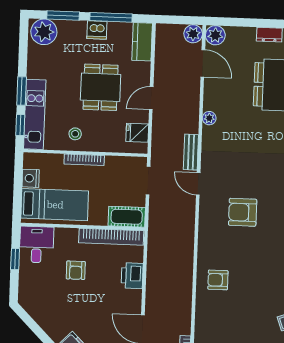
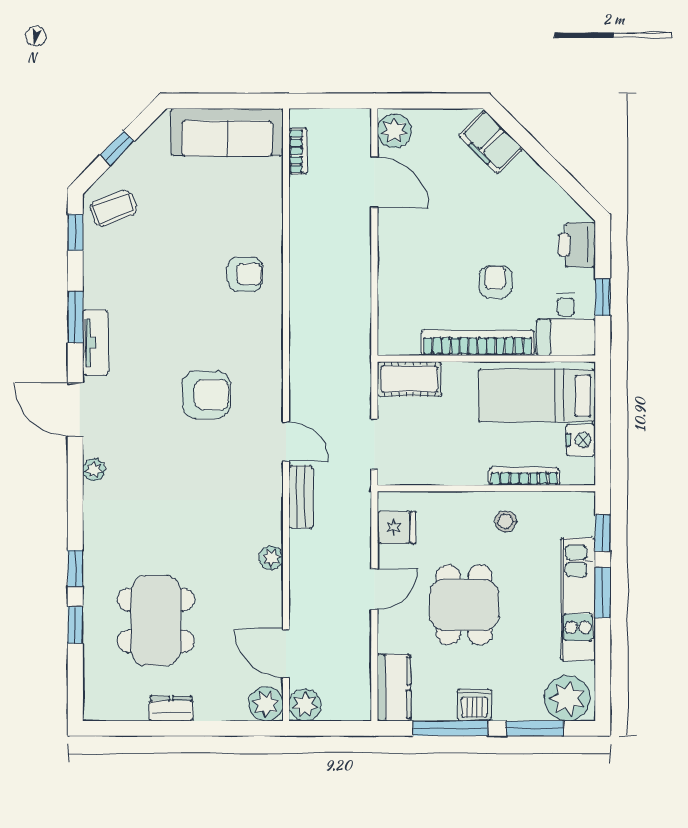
kitchen unit: (35, 114) -> (578, 599), moved
bookcase: (84, 160) -> (524, 476), moved
bookcase: (111, 237) -> (478, 343), moved
printer: (132, 276) -> (577, 245), moved, turned 180

